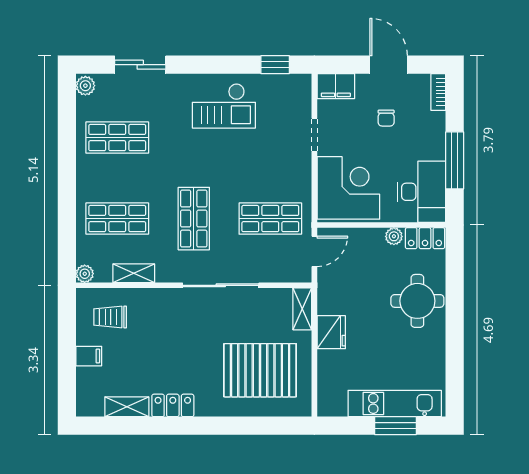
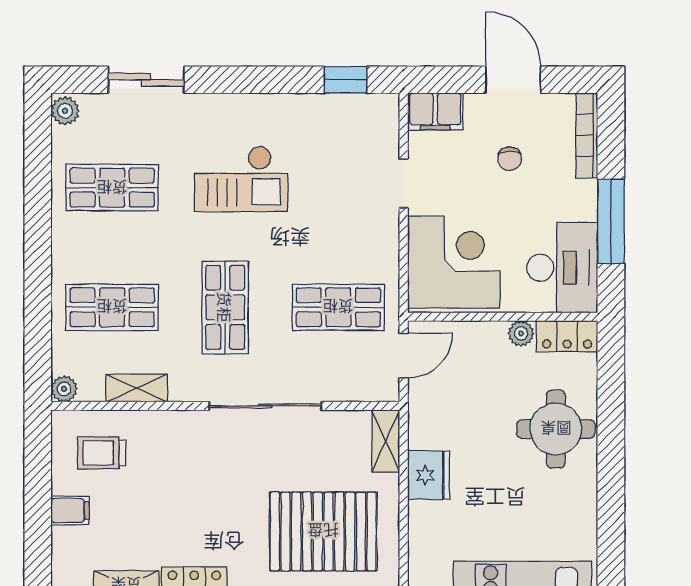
bookcase: (438, 92) -> (587, 135), width x1.56
checkout: (224, 106) -> (241, 179), moved

